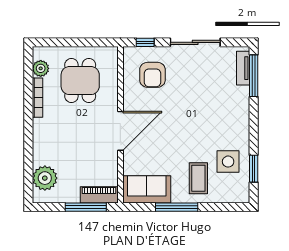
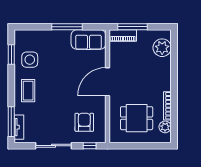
dining table: (80, 81) -> (137, 118), turned 90
coffee table: (198, 178) -> (28, 91), moved

